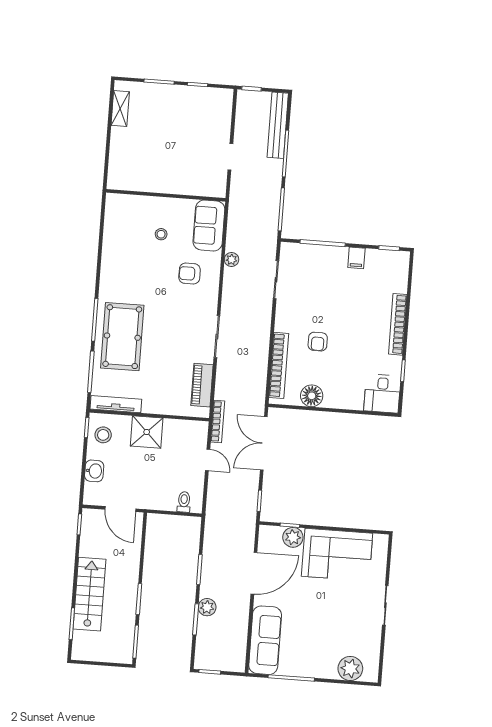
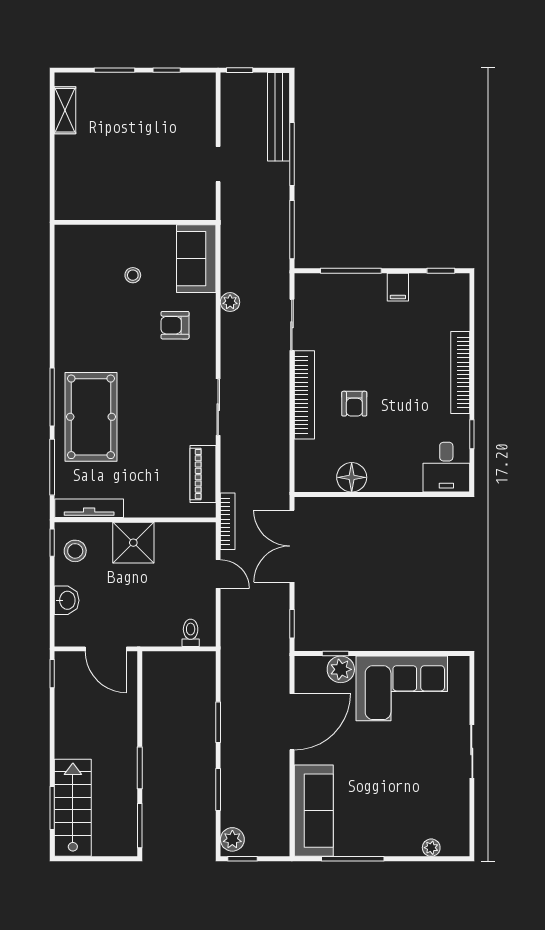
bookcase: (279, 365) -> (304, 395), moved
stairs: (89, 594) -> (73, 808), moved
plant: (207, 607) -> (232, 839), moved
plant: (350, 668) -> (431, 848), width x0.53, depth x0.53

